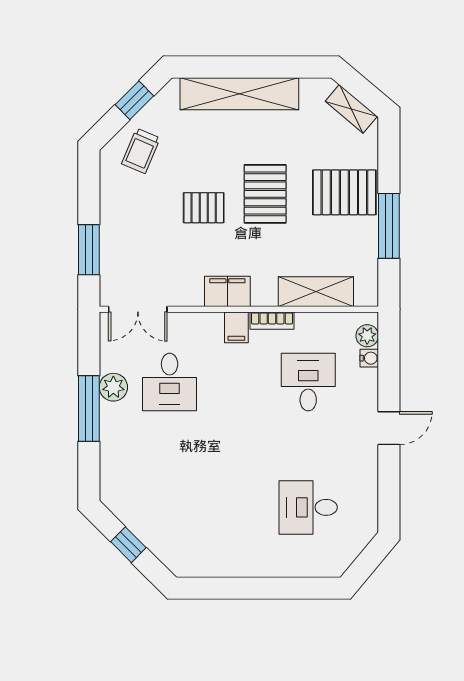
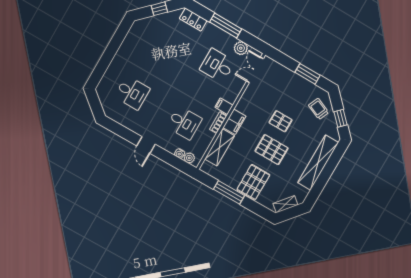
pallet: (204, 208) -> (281, 121), turned 90
window: (89, 250) -> (308, 74), moved
filing cabinet: (227, 291) -> (235, 122), moved
plant: (113, 387) -> (241, 48), moved
locker: (112, 473) -> (193, 20), added
desk: (308, 507) -> (132, 93), turned 90

